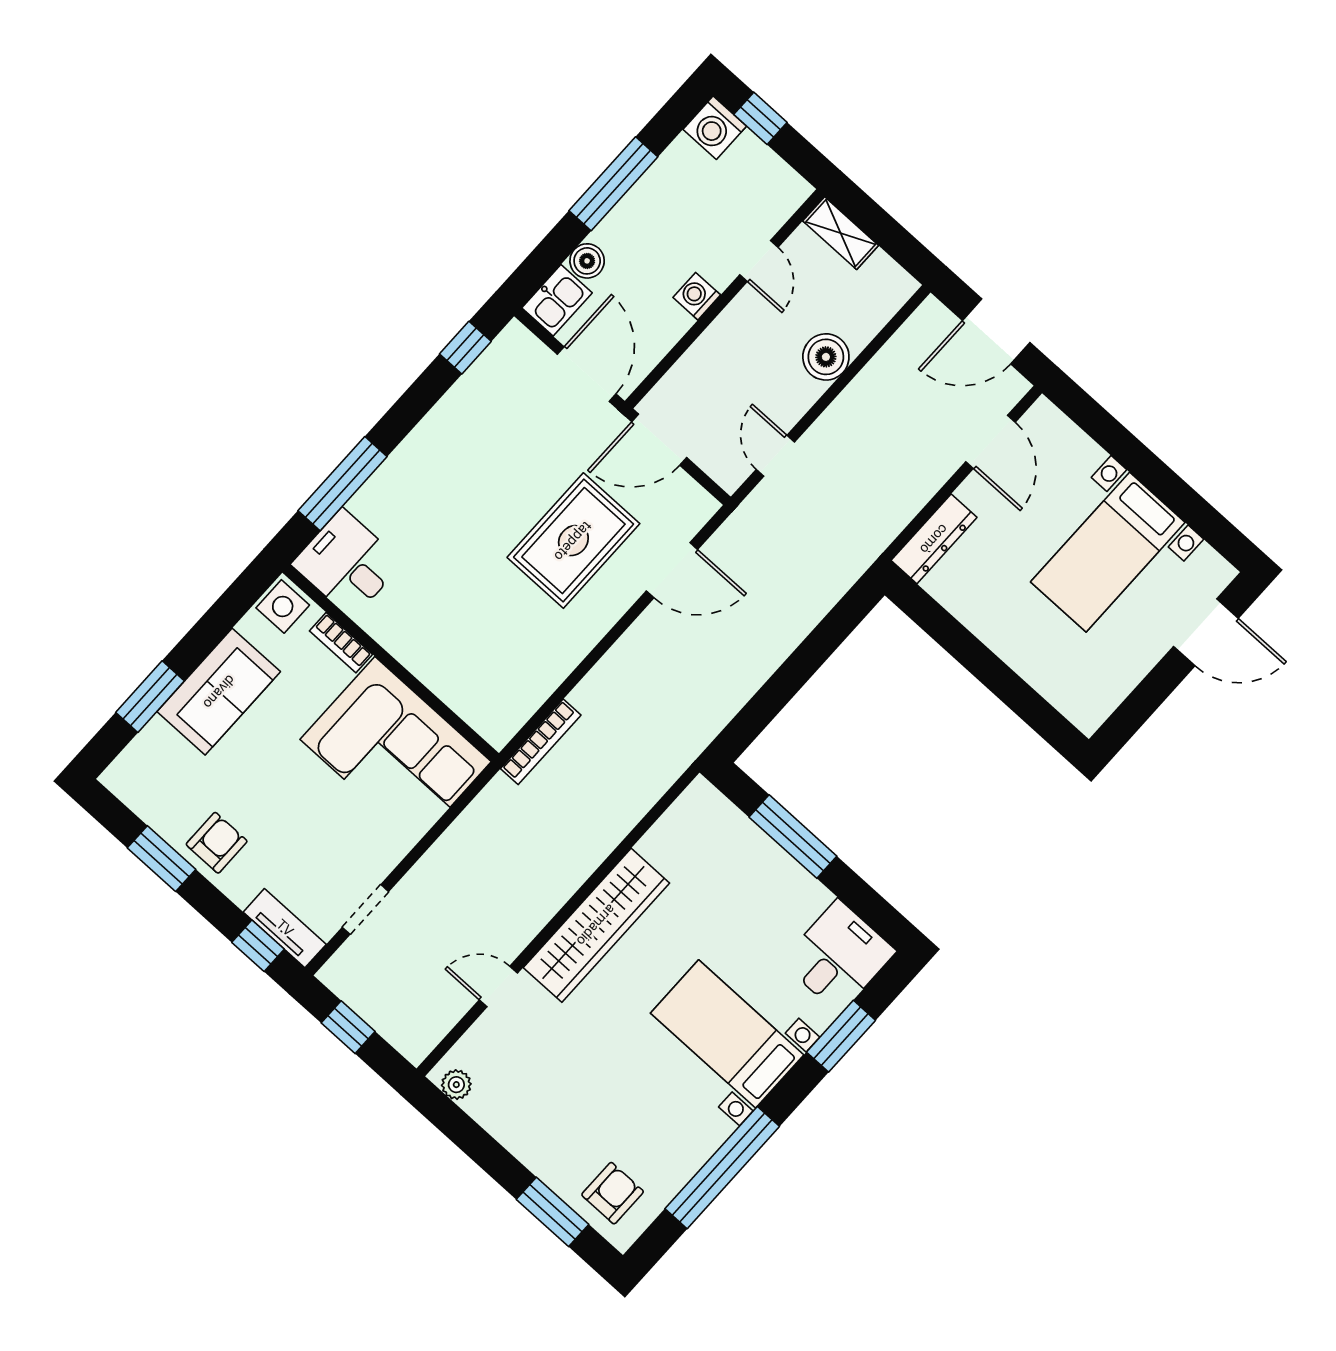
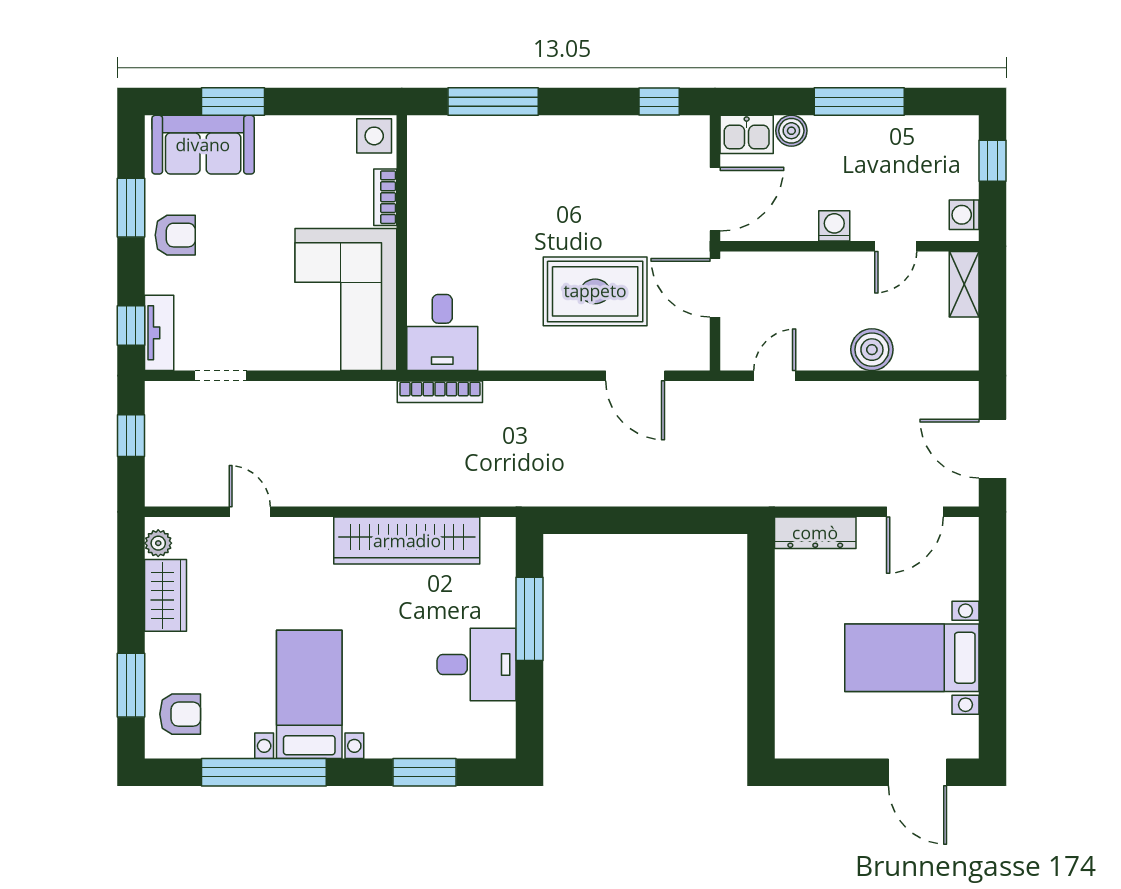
washing machine: (715, 128) -> (964, 215), moved, width x0.73, depth x0.73
desk: (347, 564) -> (442, 332), moved, turned 180
sofa: (219, 692) -> (203, 145), moved
wardrobe: (596, 925) -> (407, 541), moved
desk: (839, 956) -> (477, 664), moved
bed with nightstands: (727, 1034) -> (309, 694), moved
wardrobe: (504, 1117) -> (166, 595), added

